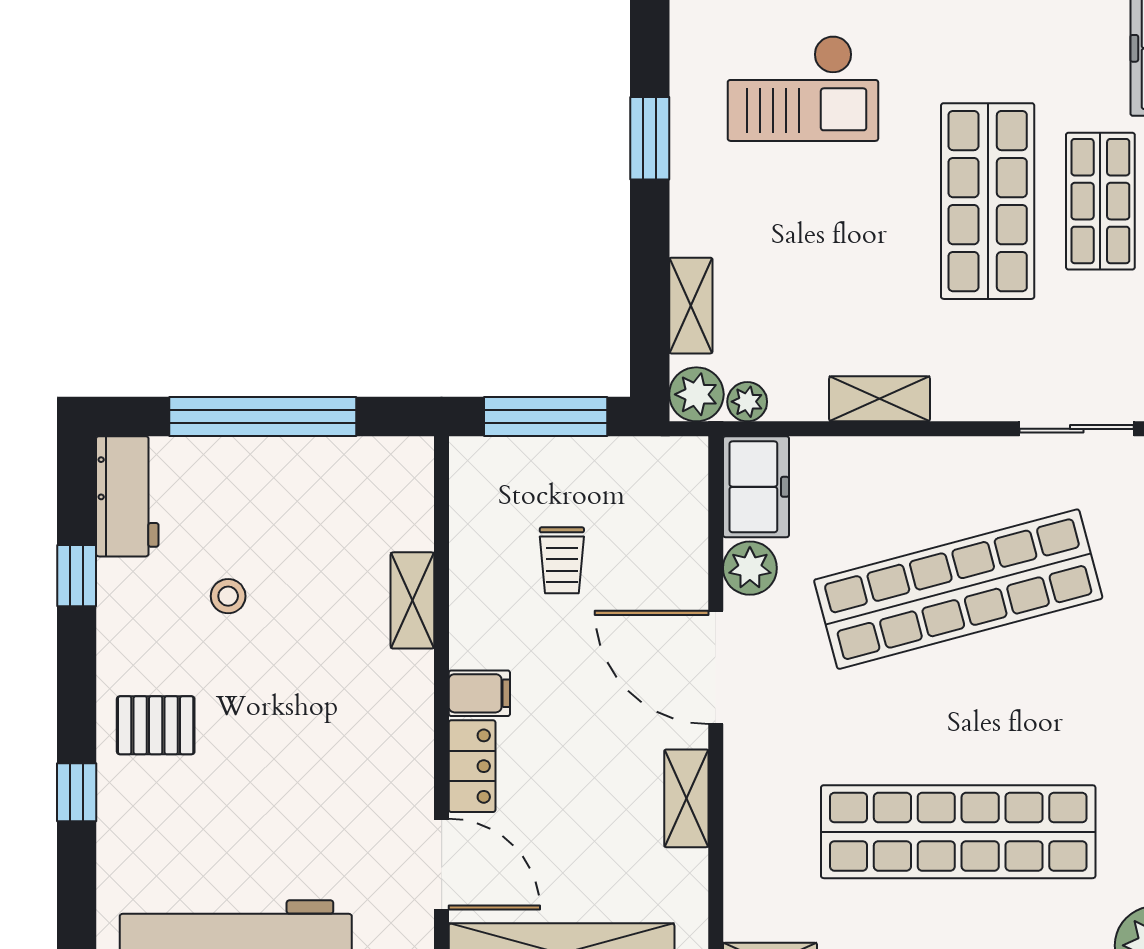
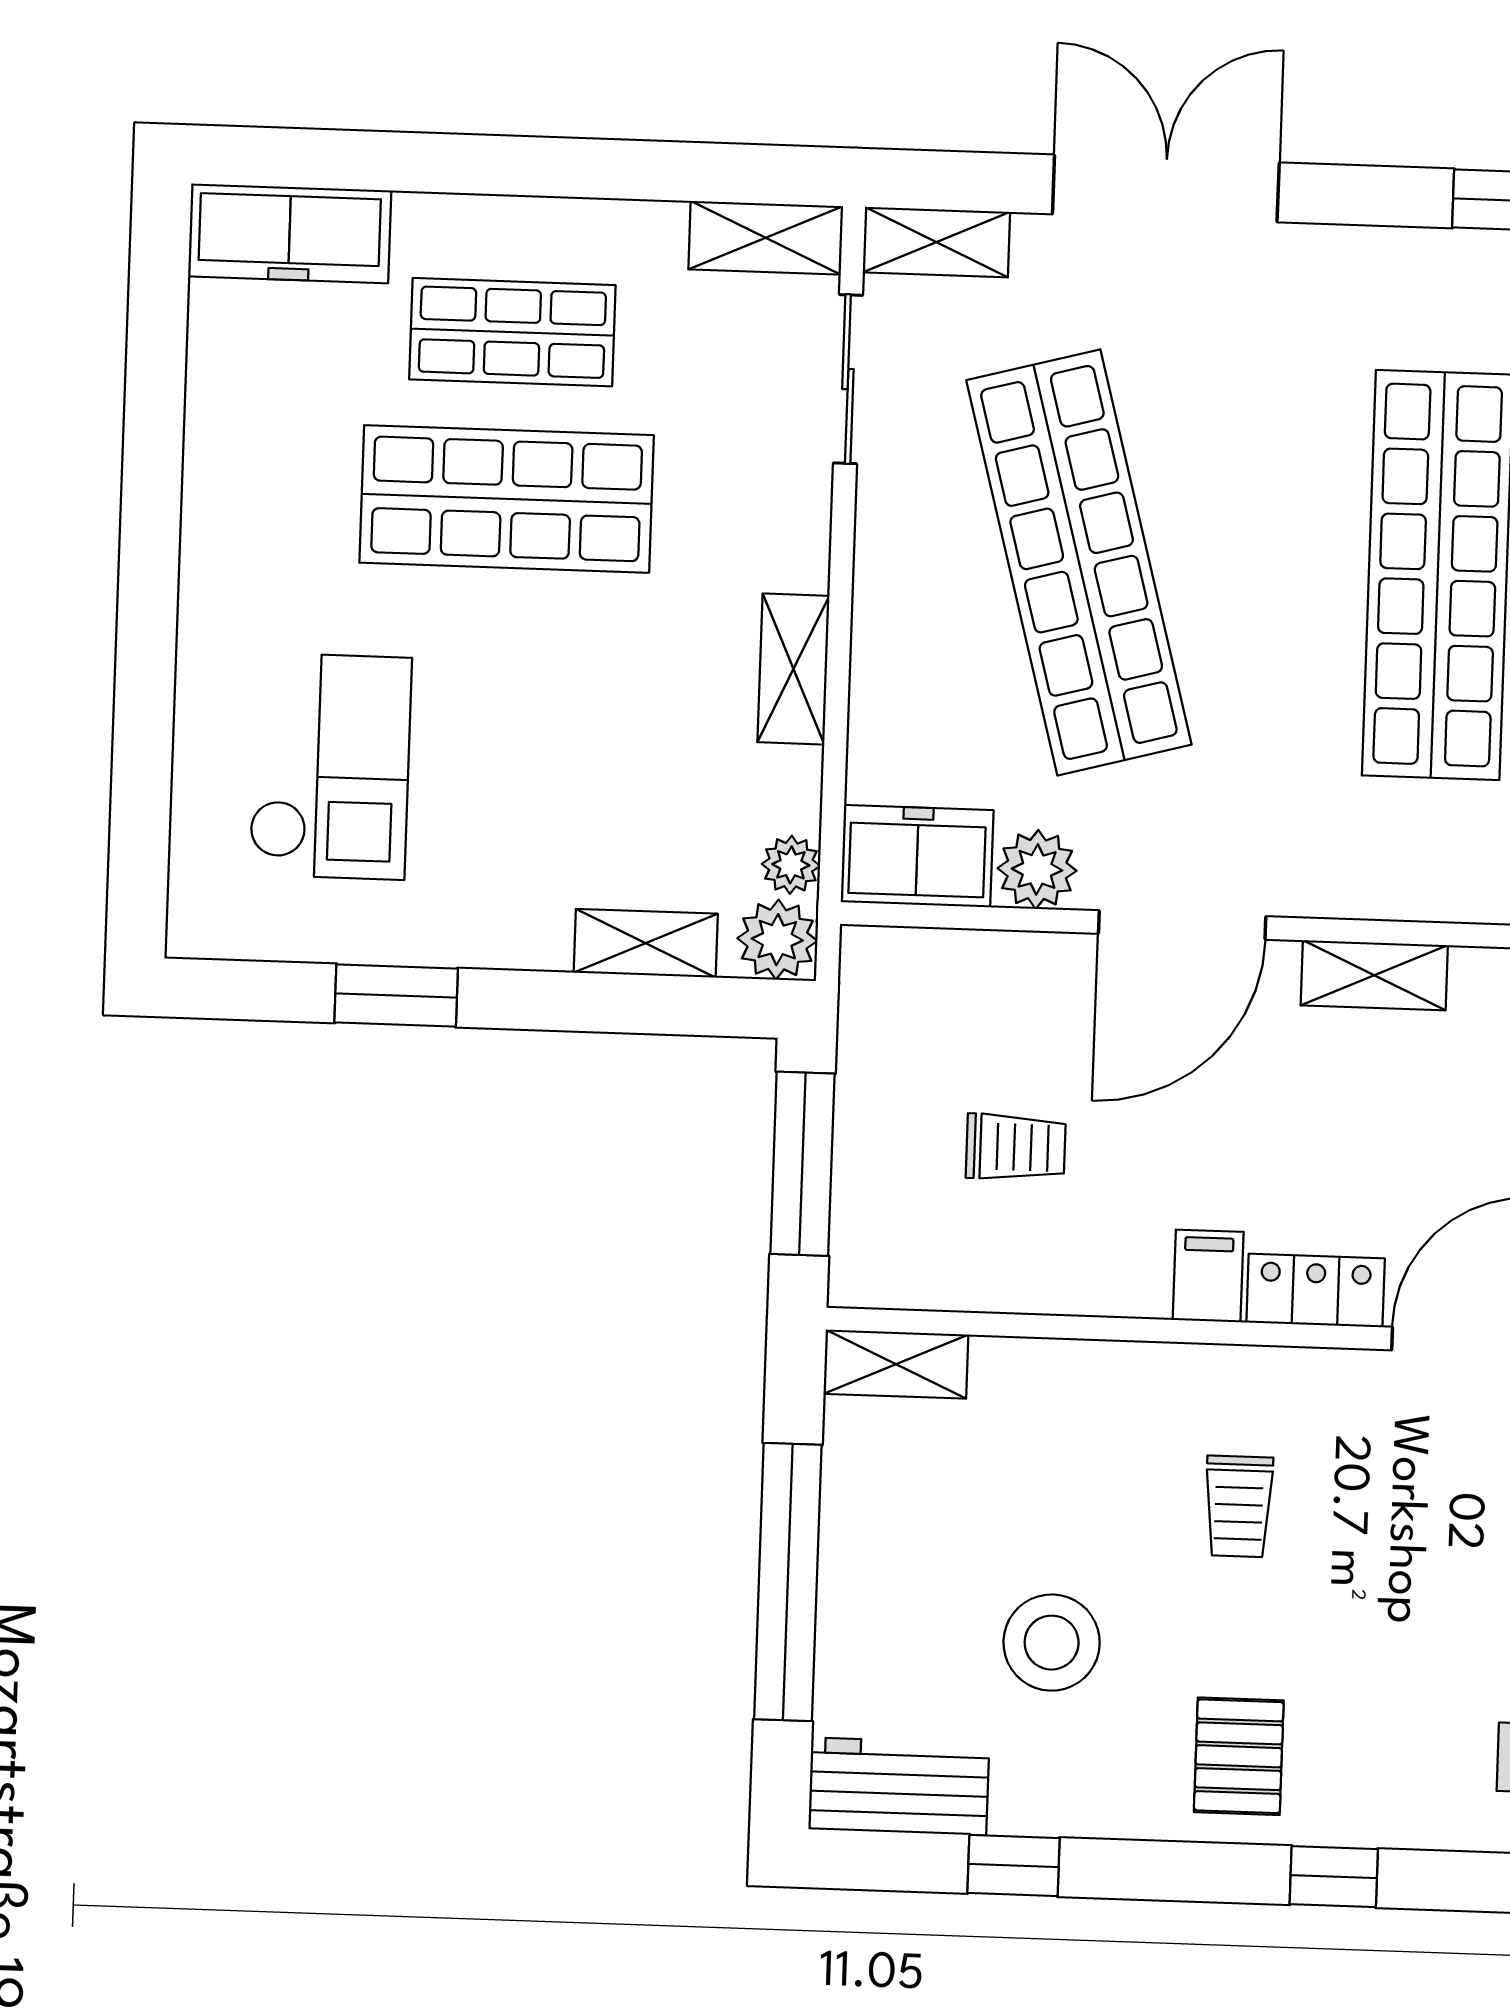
stool: (228, 596) -> (1052, 1643), width x1.89, depth x1.89
shelving: (412, 600) -> (896, 1364), moved
trolley: (324, 719) -> (1239, 1506), added

